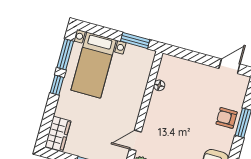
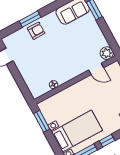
armchair: (227, 118) -> (36, 31), turned -90

